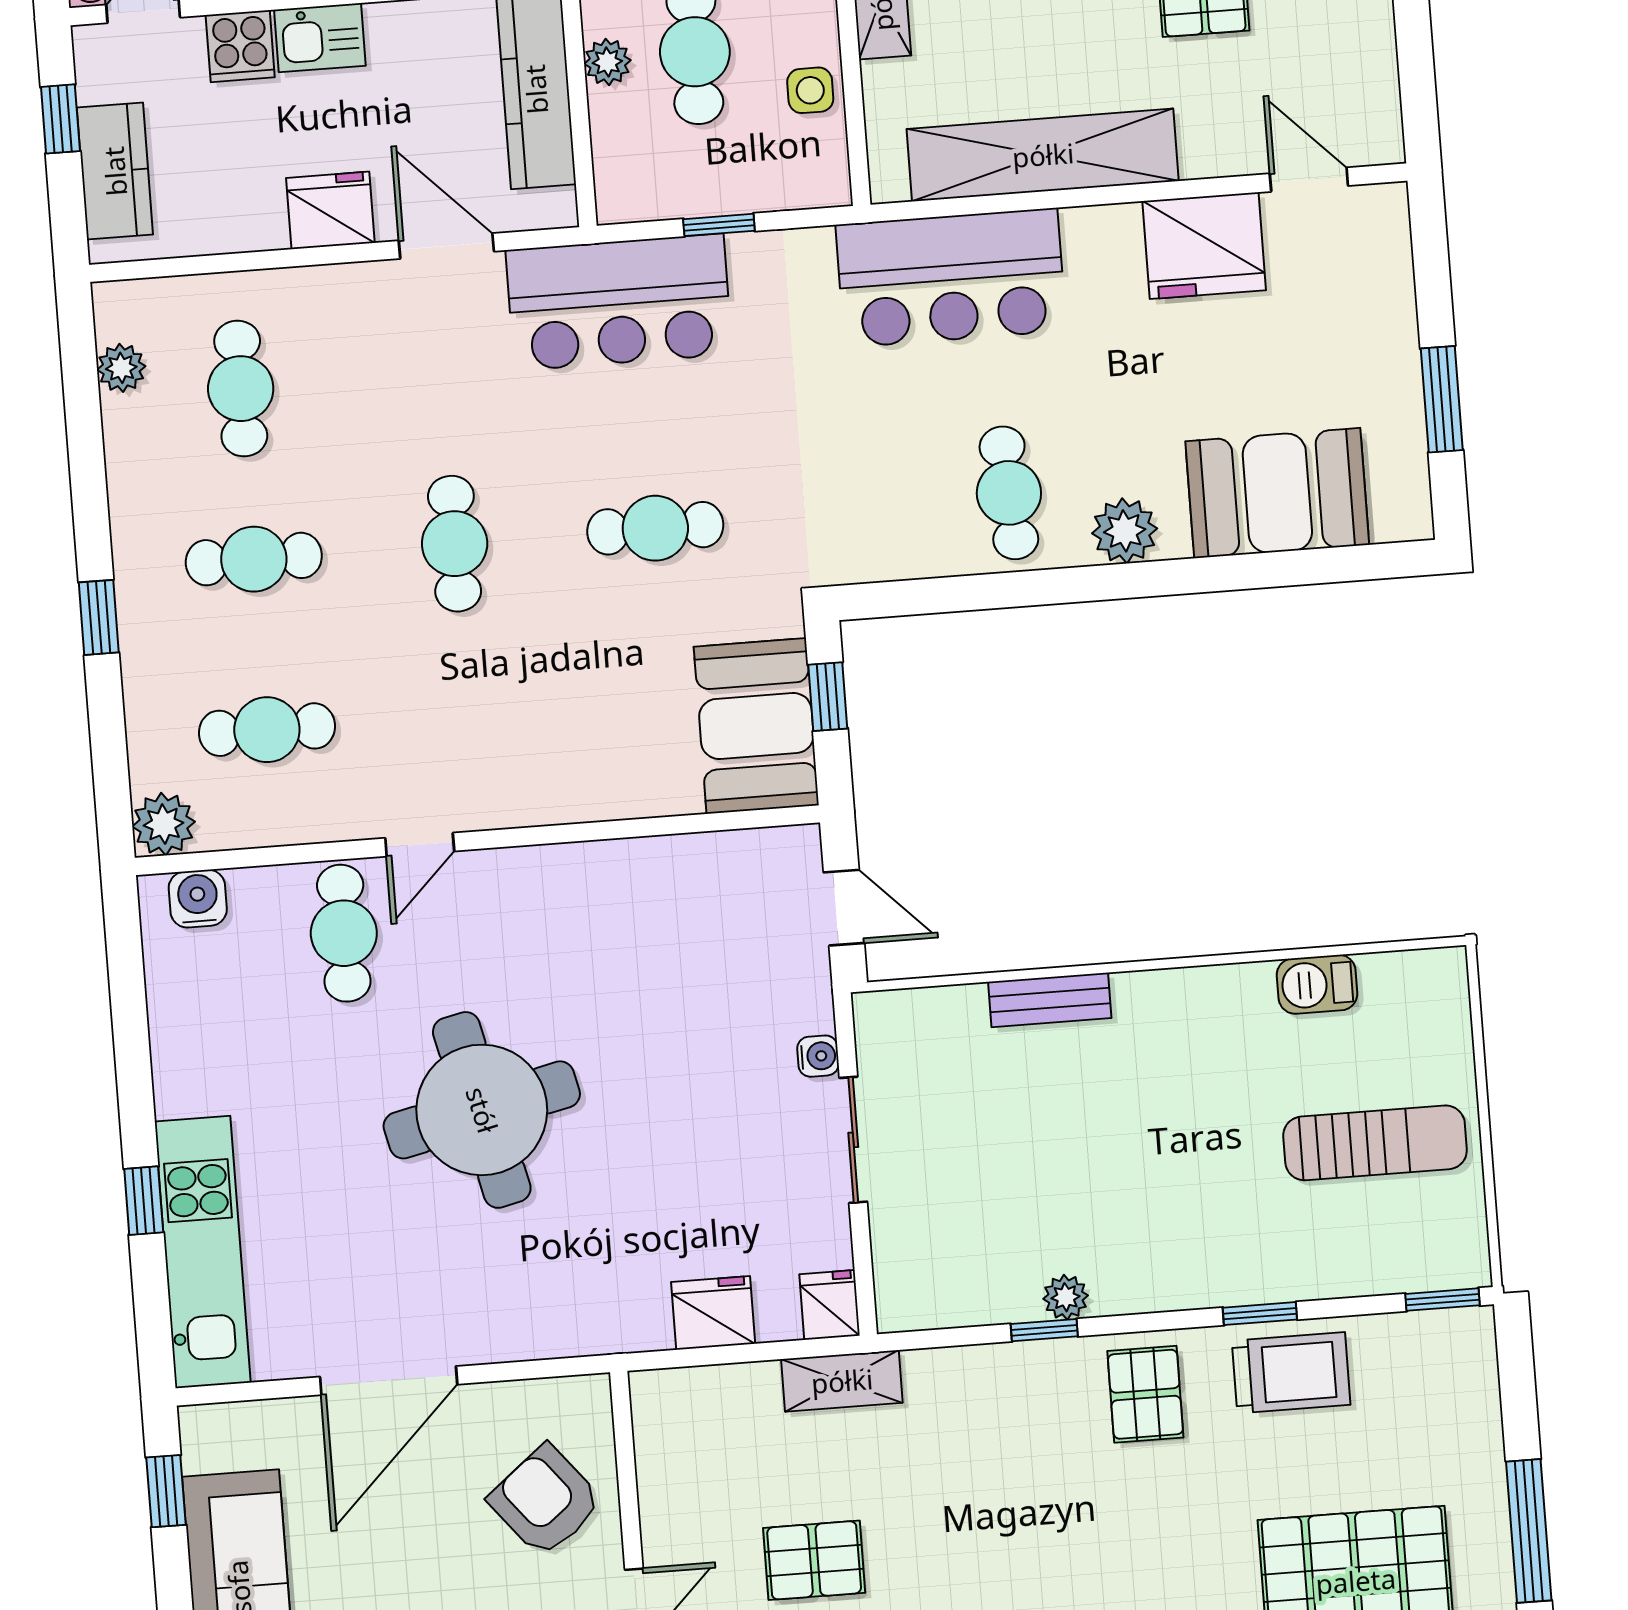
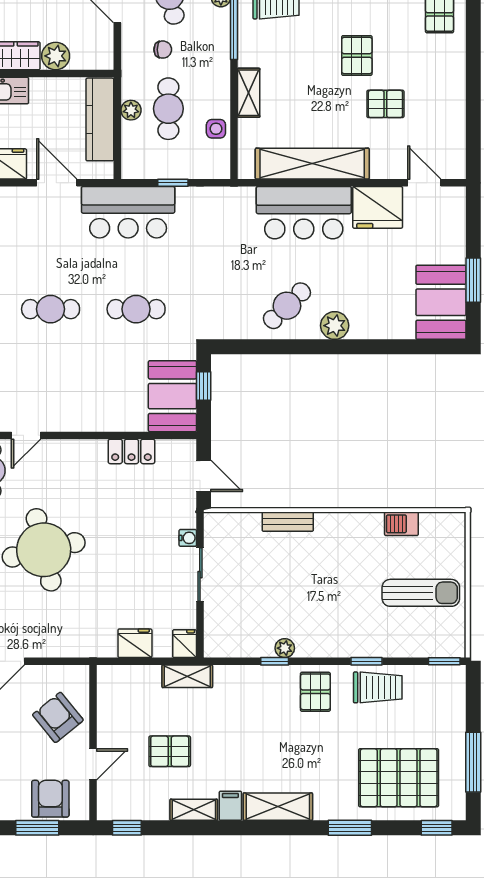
bar counter: (951, 278) -> (304, 213), moved
cafe table: (1009, 493) -> (287, 306), turned 50
booth: (1277, 493) -> (441, 302), moved, turned 90
cafe table: (455, 544) -> (51, 309), turned 90
locker: (670, 863) -> (131, 451), added

